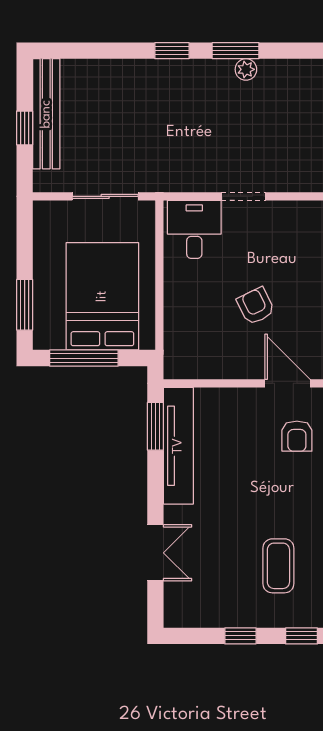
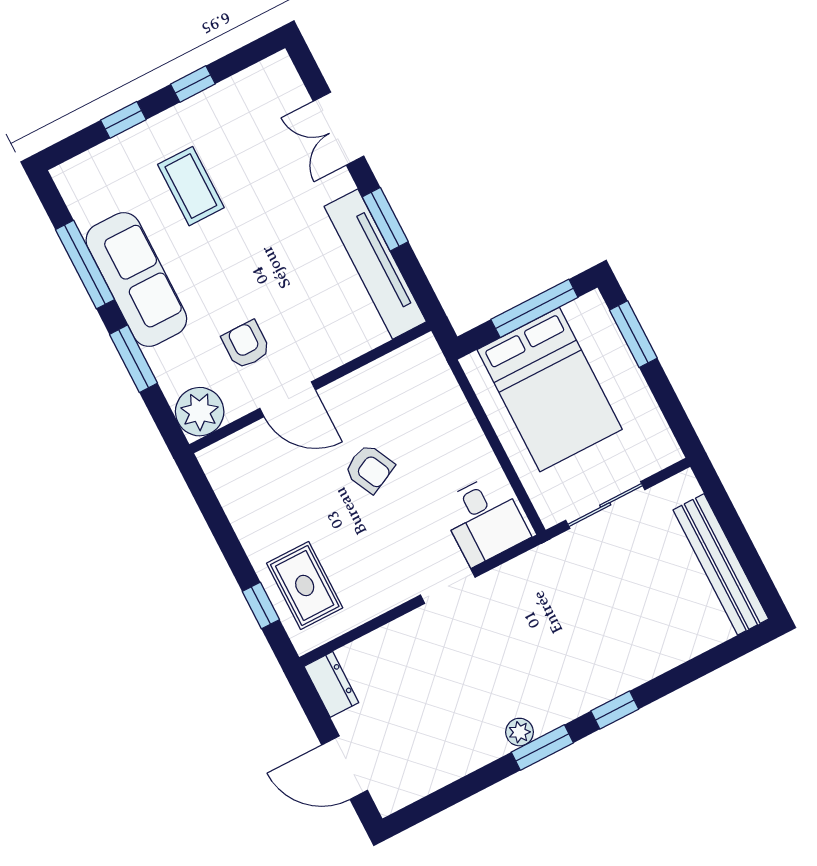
window: (25, 128) -> (737, 536), removed
window: (155, 426) -> (385, 219), moved

